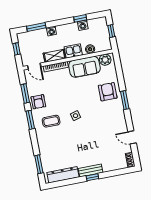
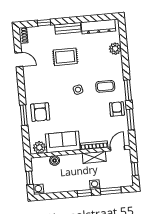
window: (80, 18) -> (84, 193), moved
washing machine: (83, 25) -> (38, 189), moved
kitchen sink: (73, 51) -> (73, 161), removed
door: (34, 66) -> (117, 148), hinge flipped
window: (125, 100) -> (24, 115), moved
rug: (90, 144) -> (65, 57), added
plant: (46, 156) -> (115, 49), added
window: (39, 164) -> (123, 41), removed
window: (92, 177) -> (44, 23), moved

